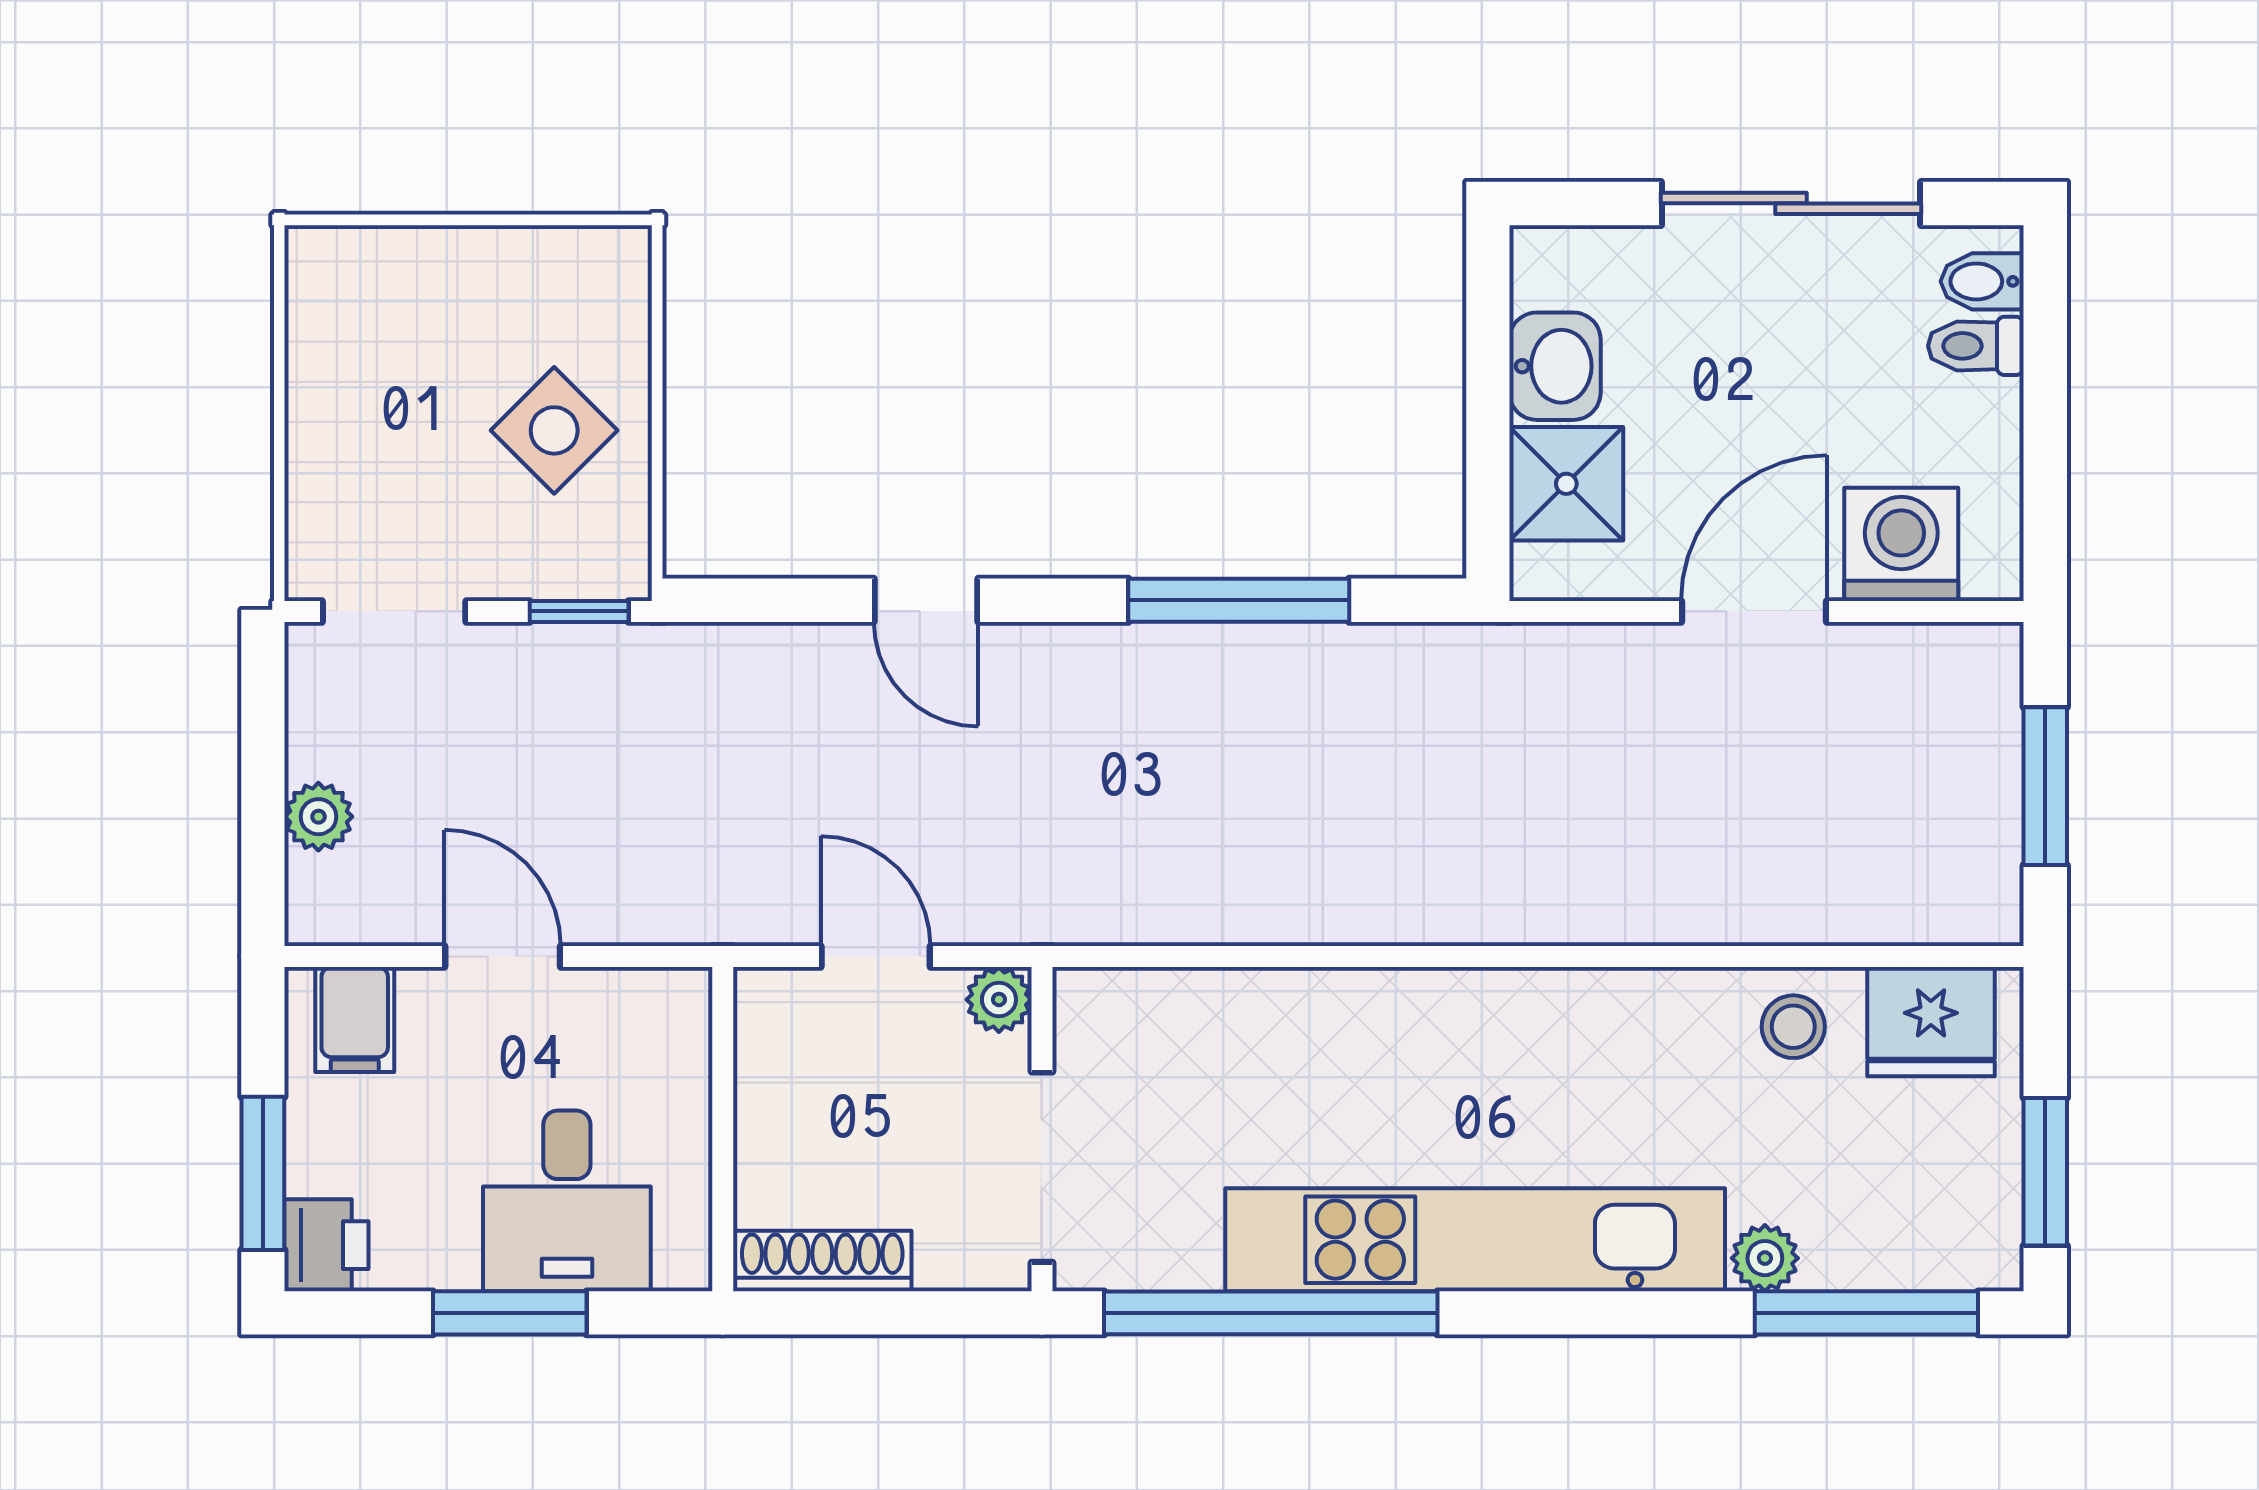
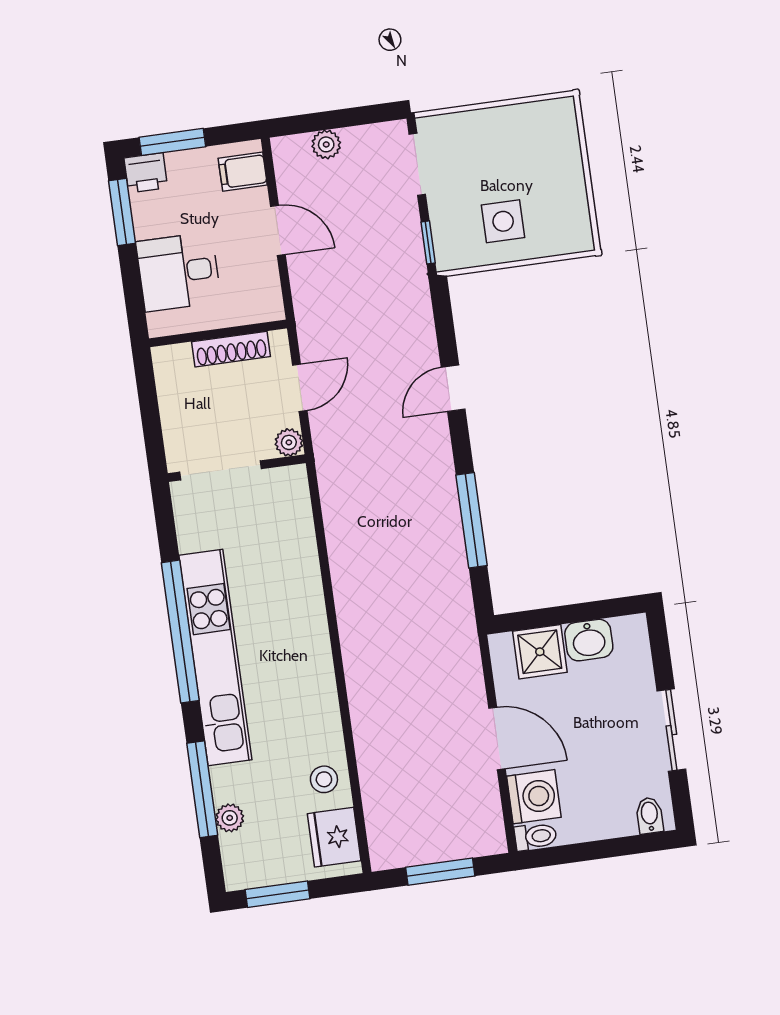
sliding door: (1791, 203) -> (671, 730), width x0.73
toilet: (1976, 346) -> (536, 836), moved, turned 90
side table: (554, 430) -> (503, 221), turned 45
door: (503, 957) -> (278, 230), hinge flipped
plant: (1765, 1258) -> (230, 818), moved
shoe rack: (822, 1261) -> (231, 349), moved, turned 90
window: (510, 1313) -> (122, 212), moved
window: (1271, 1313) -> (180, 632), moved
window: (1866, 1313) -> (202, 789), moved

